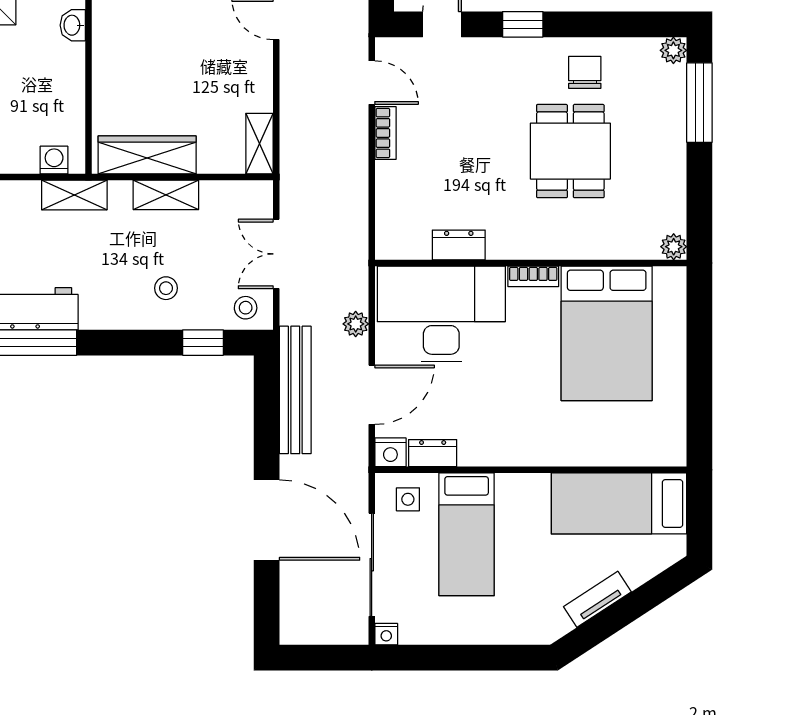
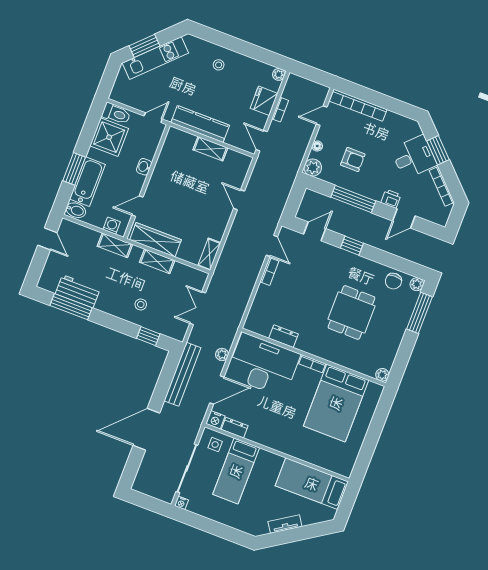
chair: (585, 72) -> (393, 281), moved, turned 180
door: (88, 104) -> (137, 206), added
stool: (246, 308) -> (174, 328), removed
door: (267, 520) -> (146, 429), swing flipped

